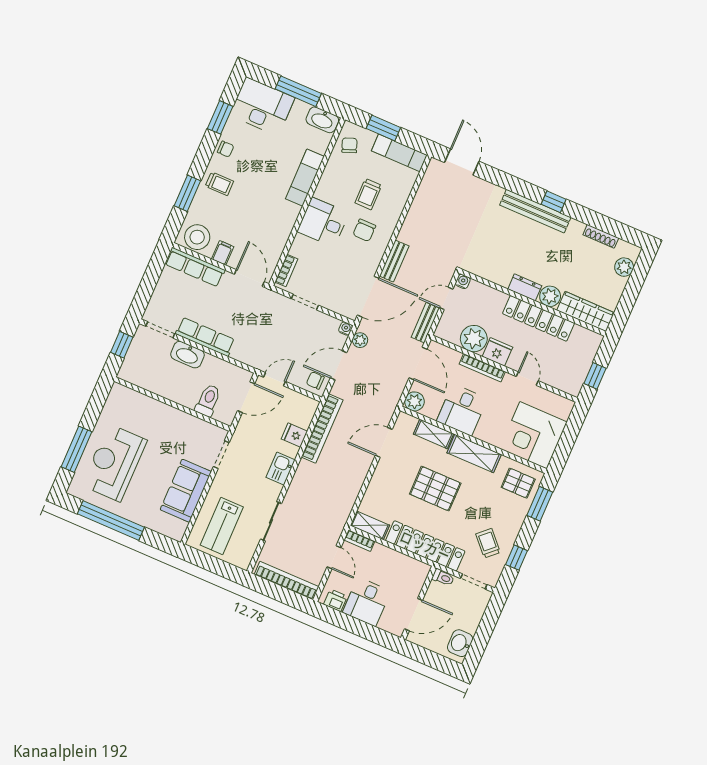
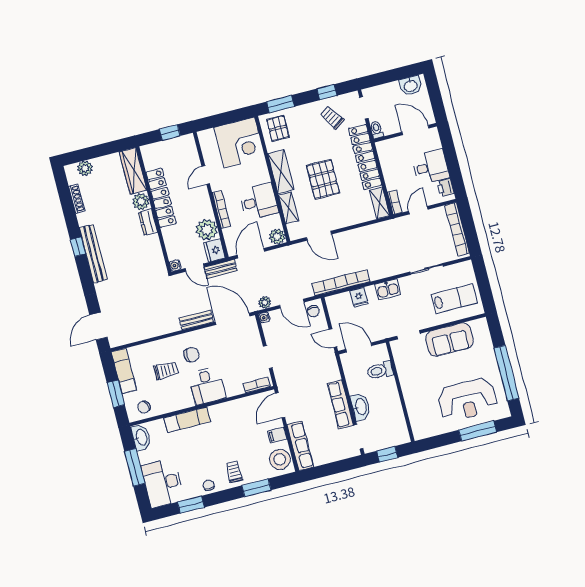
fridge: (497, 352) -> (214, 250), moved
trolley: (488, 543) -> (332, 118), turned 99

